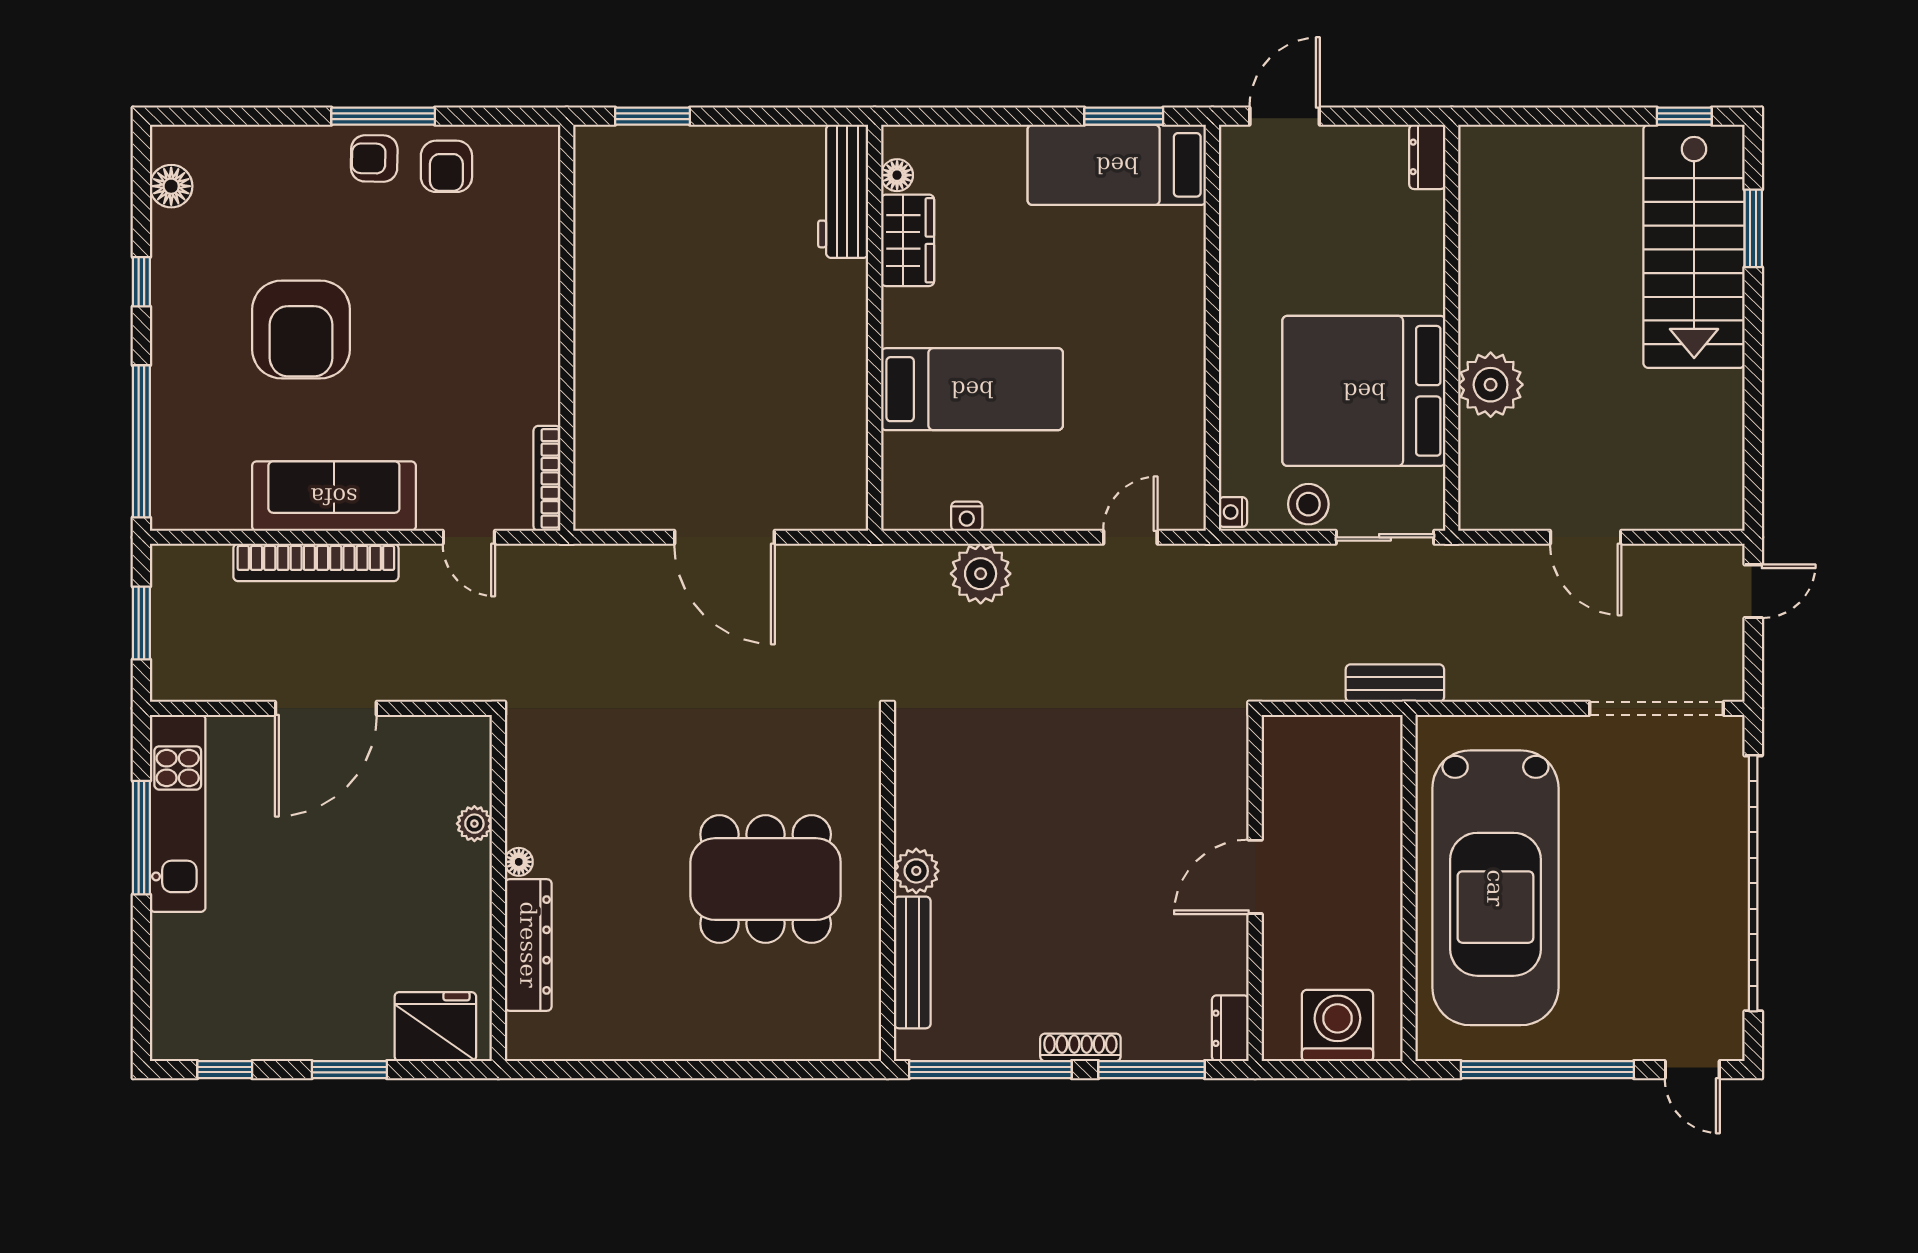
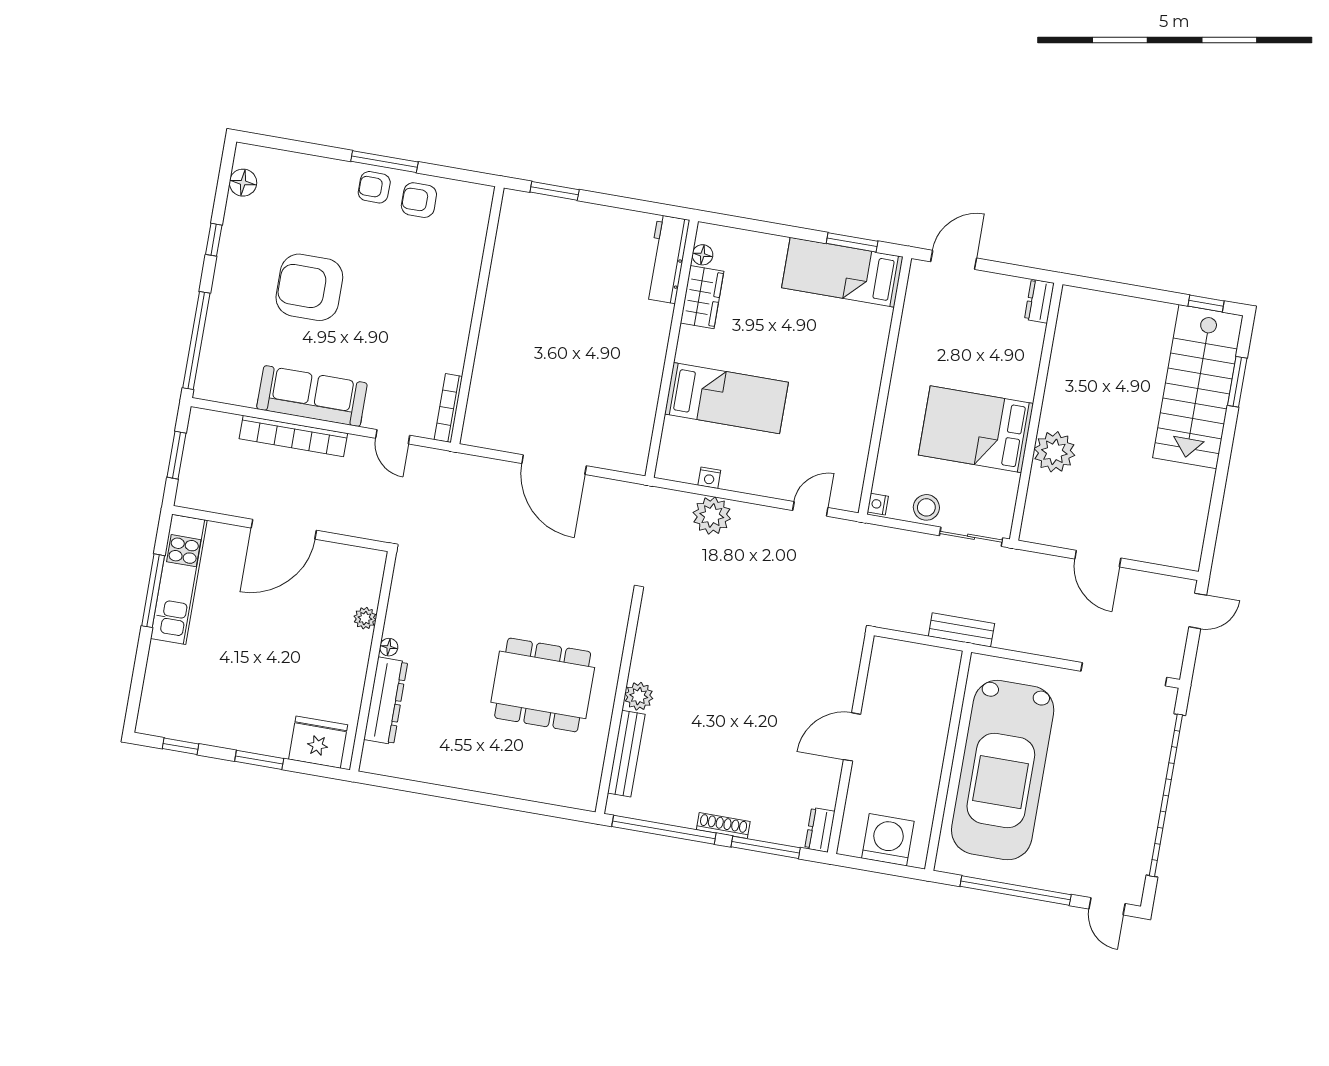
armchair: (446, 166) -> (419, 200), turned 90
armchair: (301, 329) -> (309, 287), turned 90
bed: (1364, 391) -> (976, 429), width x0.73

